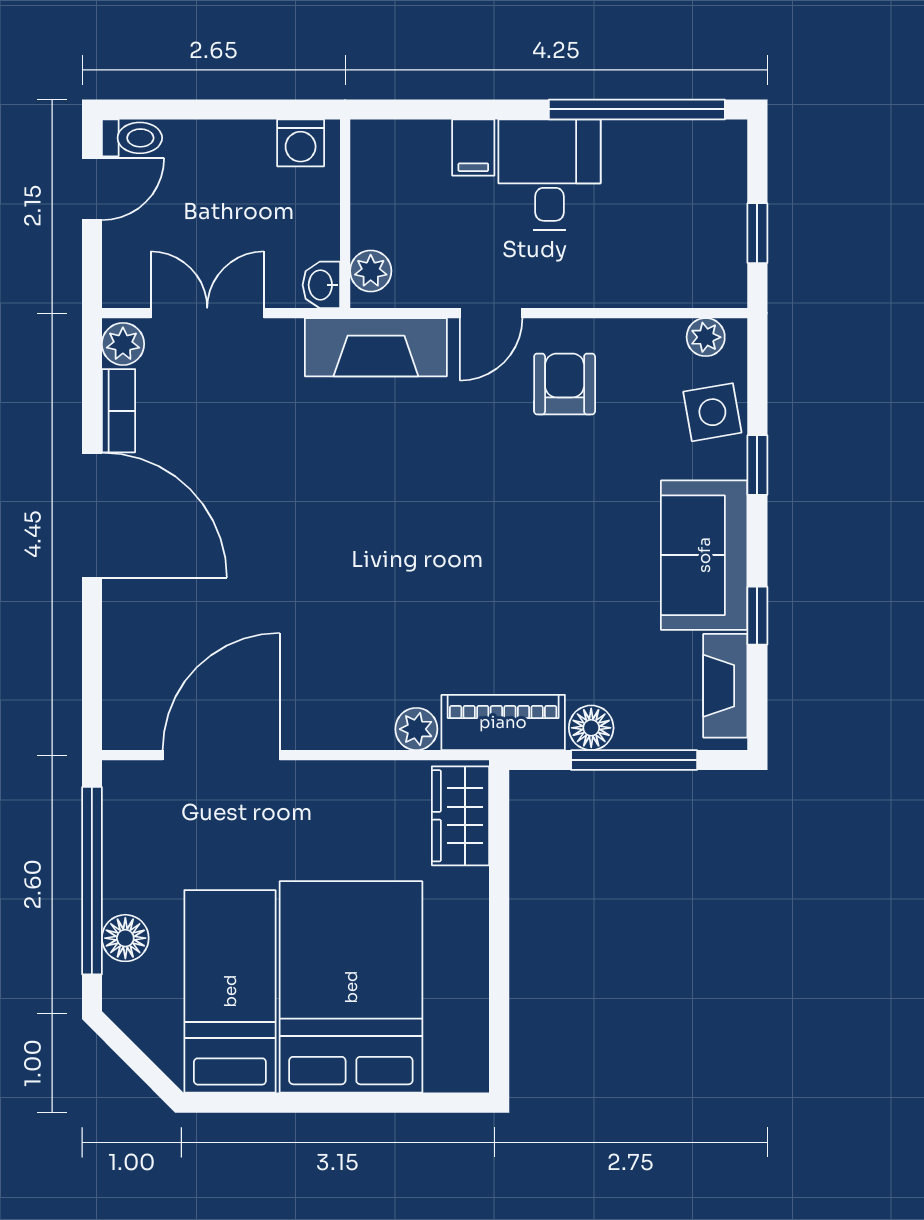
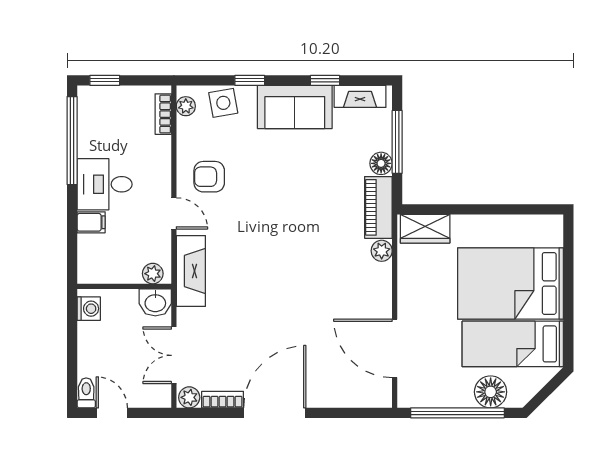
window: (757, 233) -> (105, 80), moved
washbasin: (321, 285) -> (155, 302), width x1.38, depth x1.45
bookcase: (690, 292) -> (163, 114), added
floor lamp: (125, 938) -> (491, 392), width x1.38, depth x1.38

